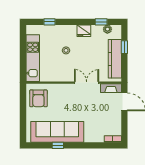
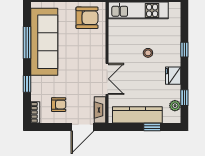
window: (50, 22) -> (184, 50), moved
armchair: (38, 98) -> (87, 18), turned 180
armchair: (107, 121) -> (59, 105), added
window: (58, 145) -> (27, 43), width x2.17
window: (90, 145) -> (27, 84), added

